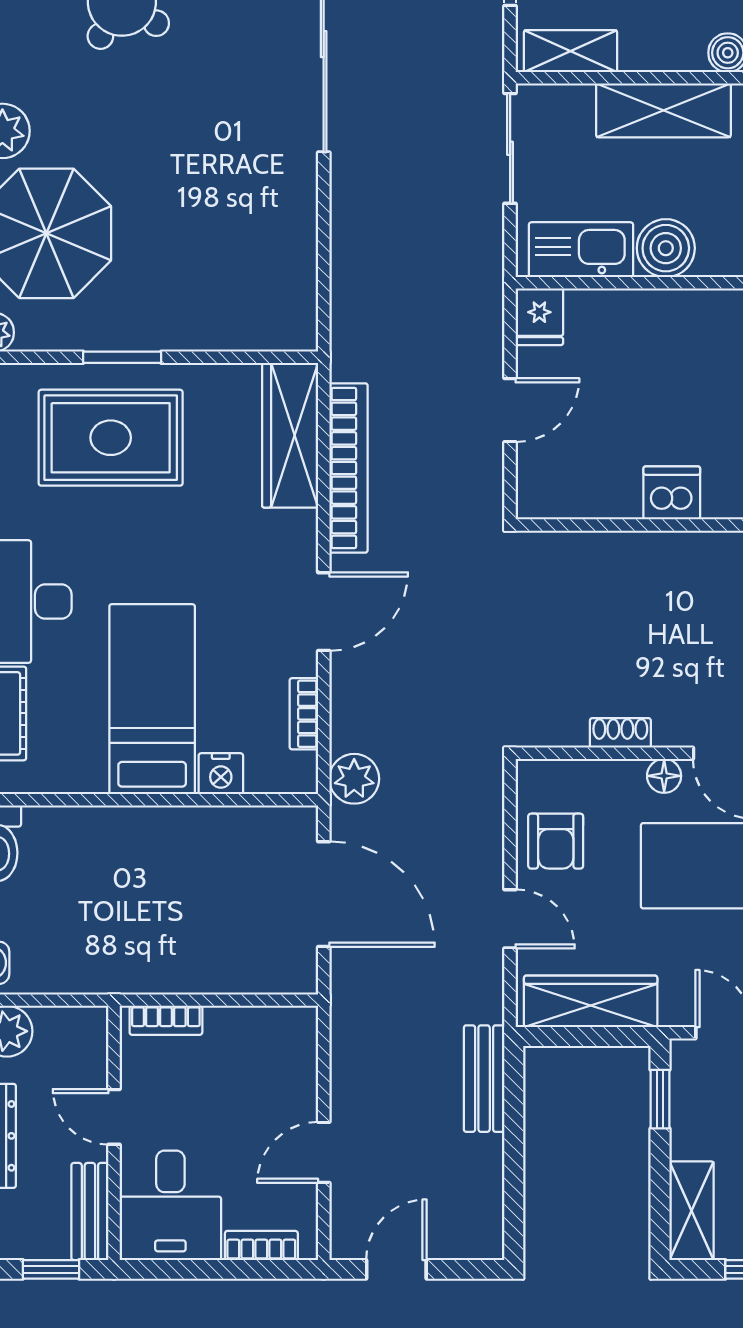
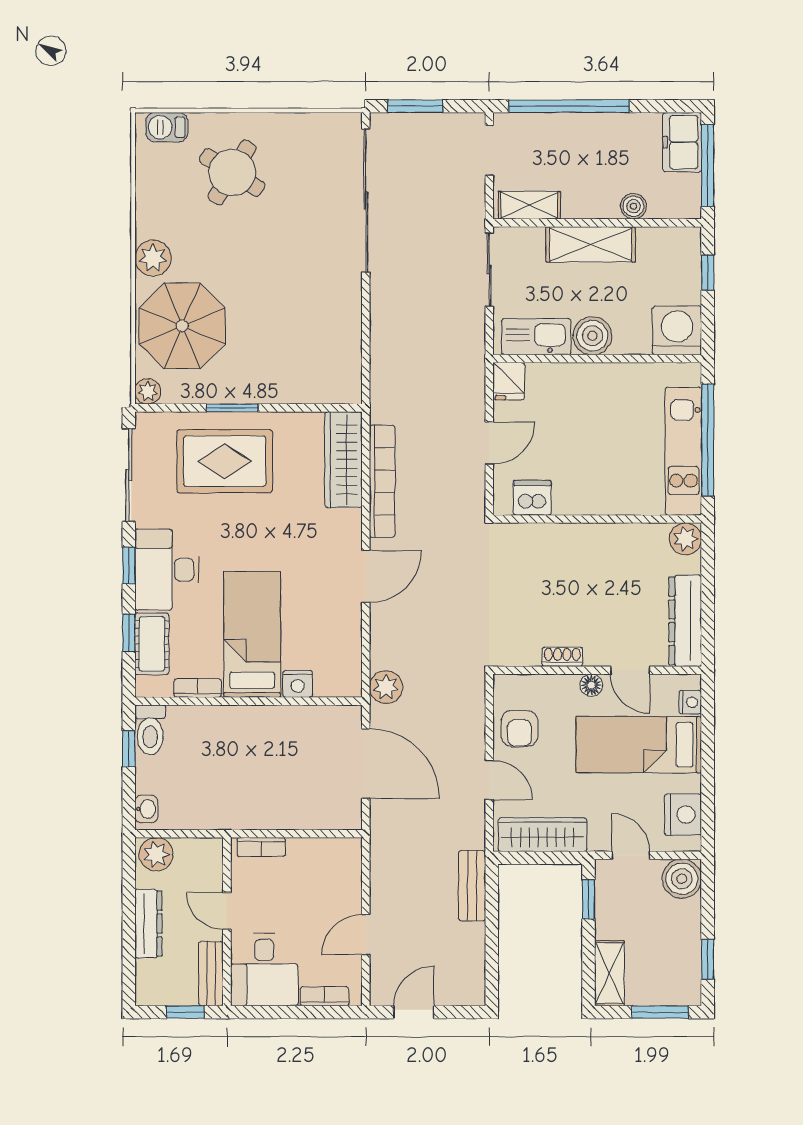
dishwasher: (672, 493) -> (532, 498), moved
bookcase: (304, 714) -> (198, 688), moved, turned 90

